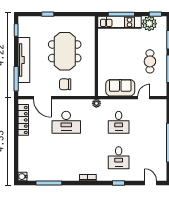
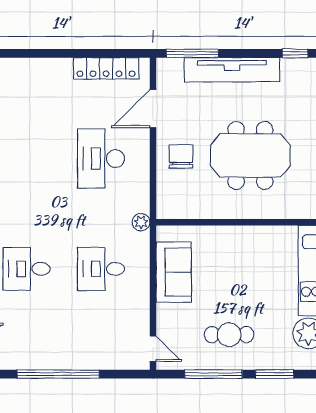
door: (144, 98) -> (153, 349), moved

